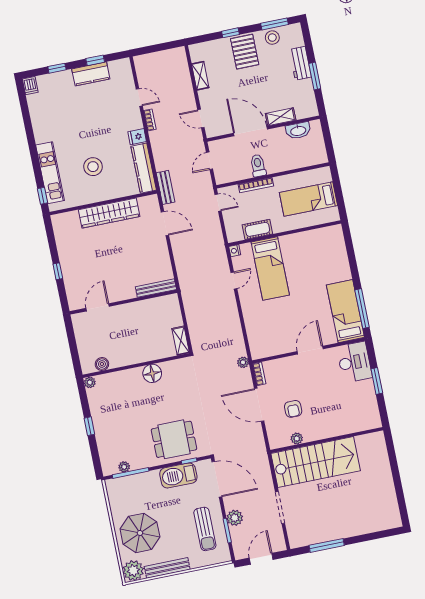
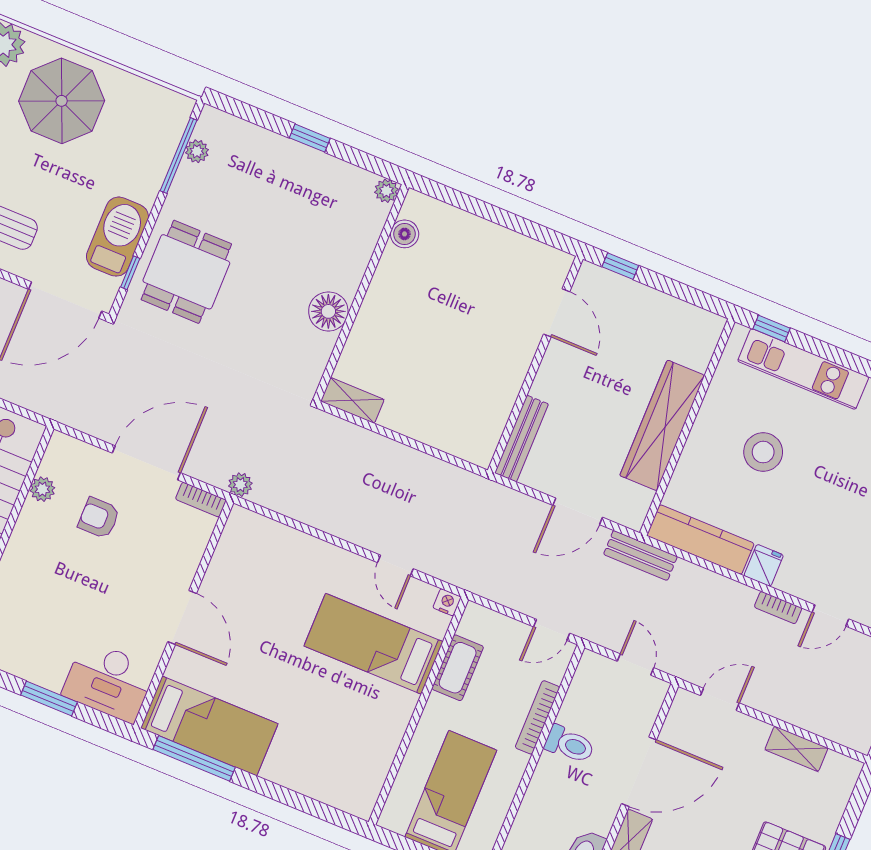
bench: (156, 288) -> (522, 439), moved
wall: (123, 302) -> (535, 365), moved
door: (98, 307) -> (557, 313), moved

